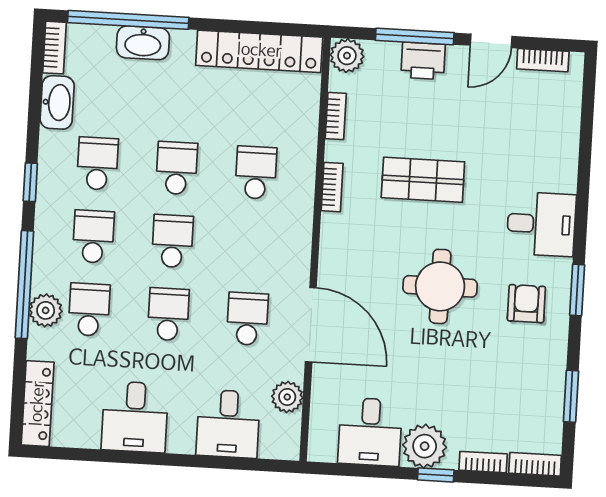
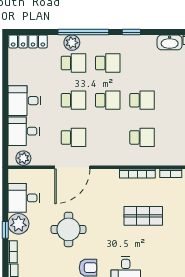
school desk: (98, 163) -> (142, 63), removed
shop shelf: (423, 180) -> (143, 216), turned 90
bookcase: (332, 187) -> (137, 174), width x1.56
round table: (440, 286) -> (69, 229), moved
plant: (287, 397) -> (23, 158), moved
desk: (135, 417) -> (24, 101), moved

